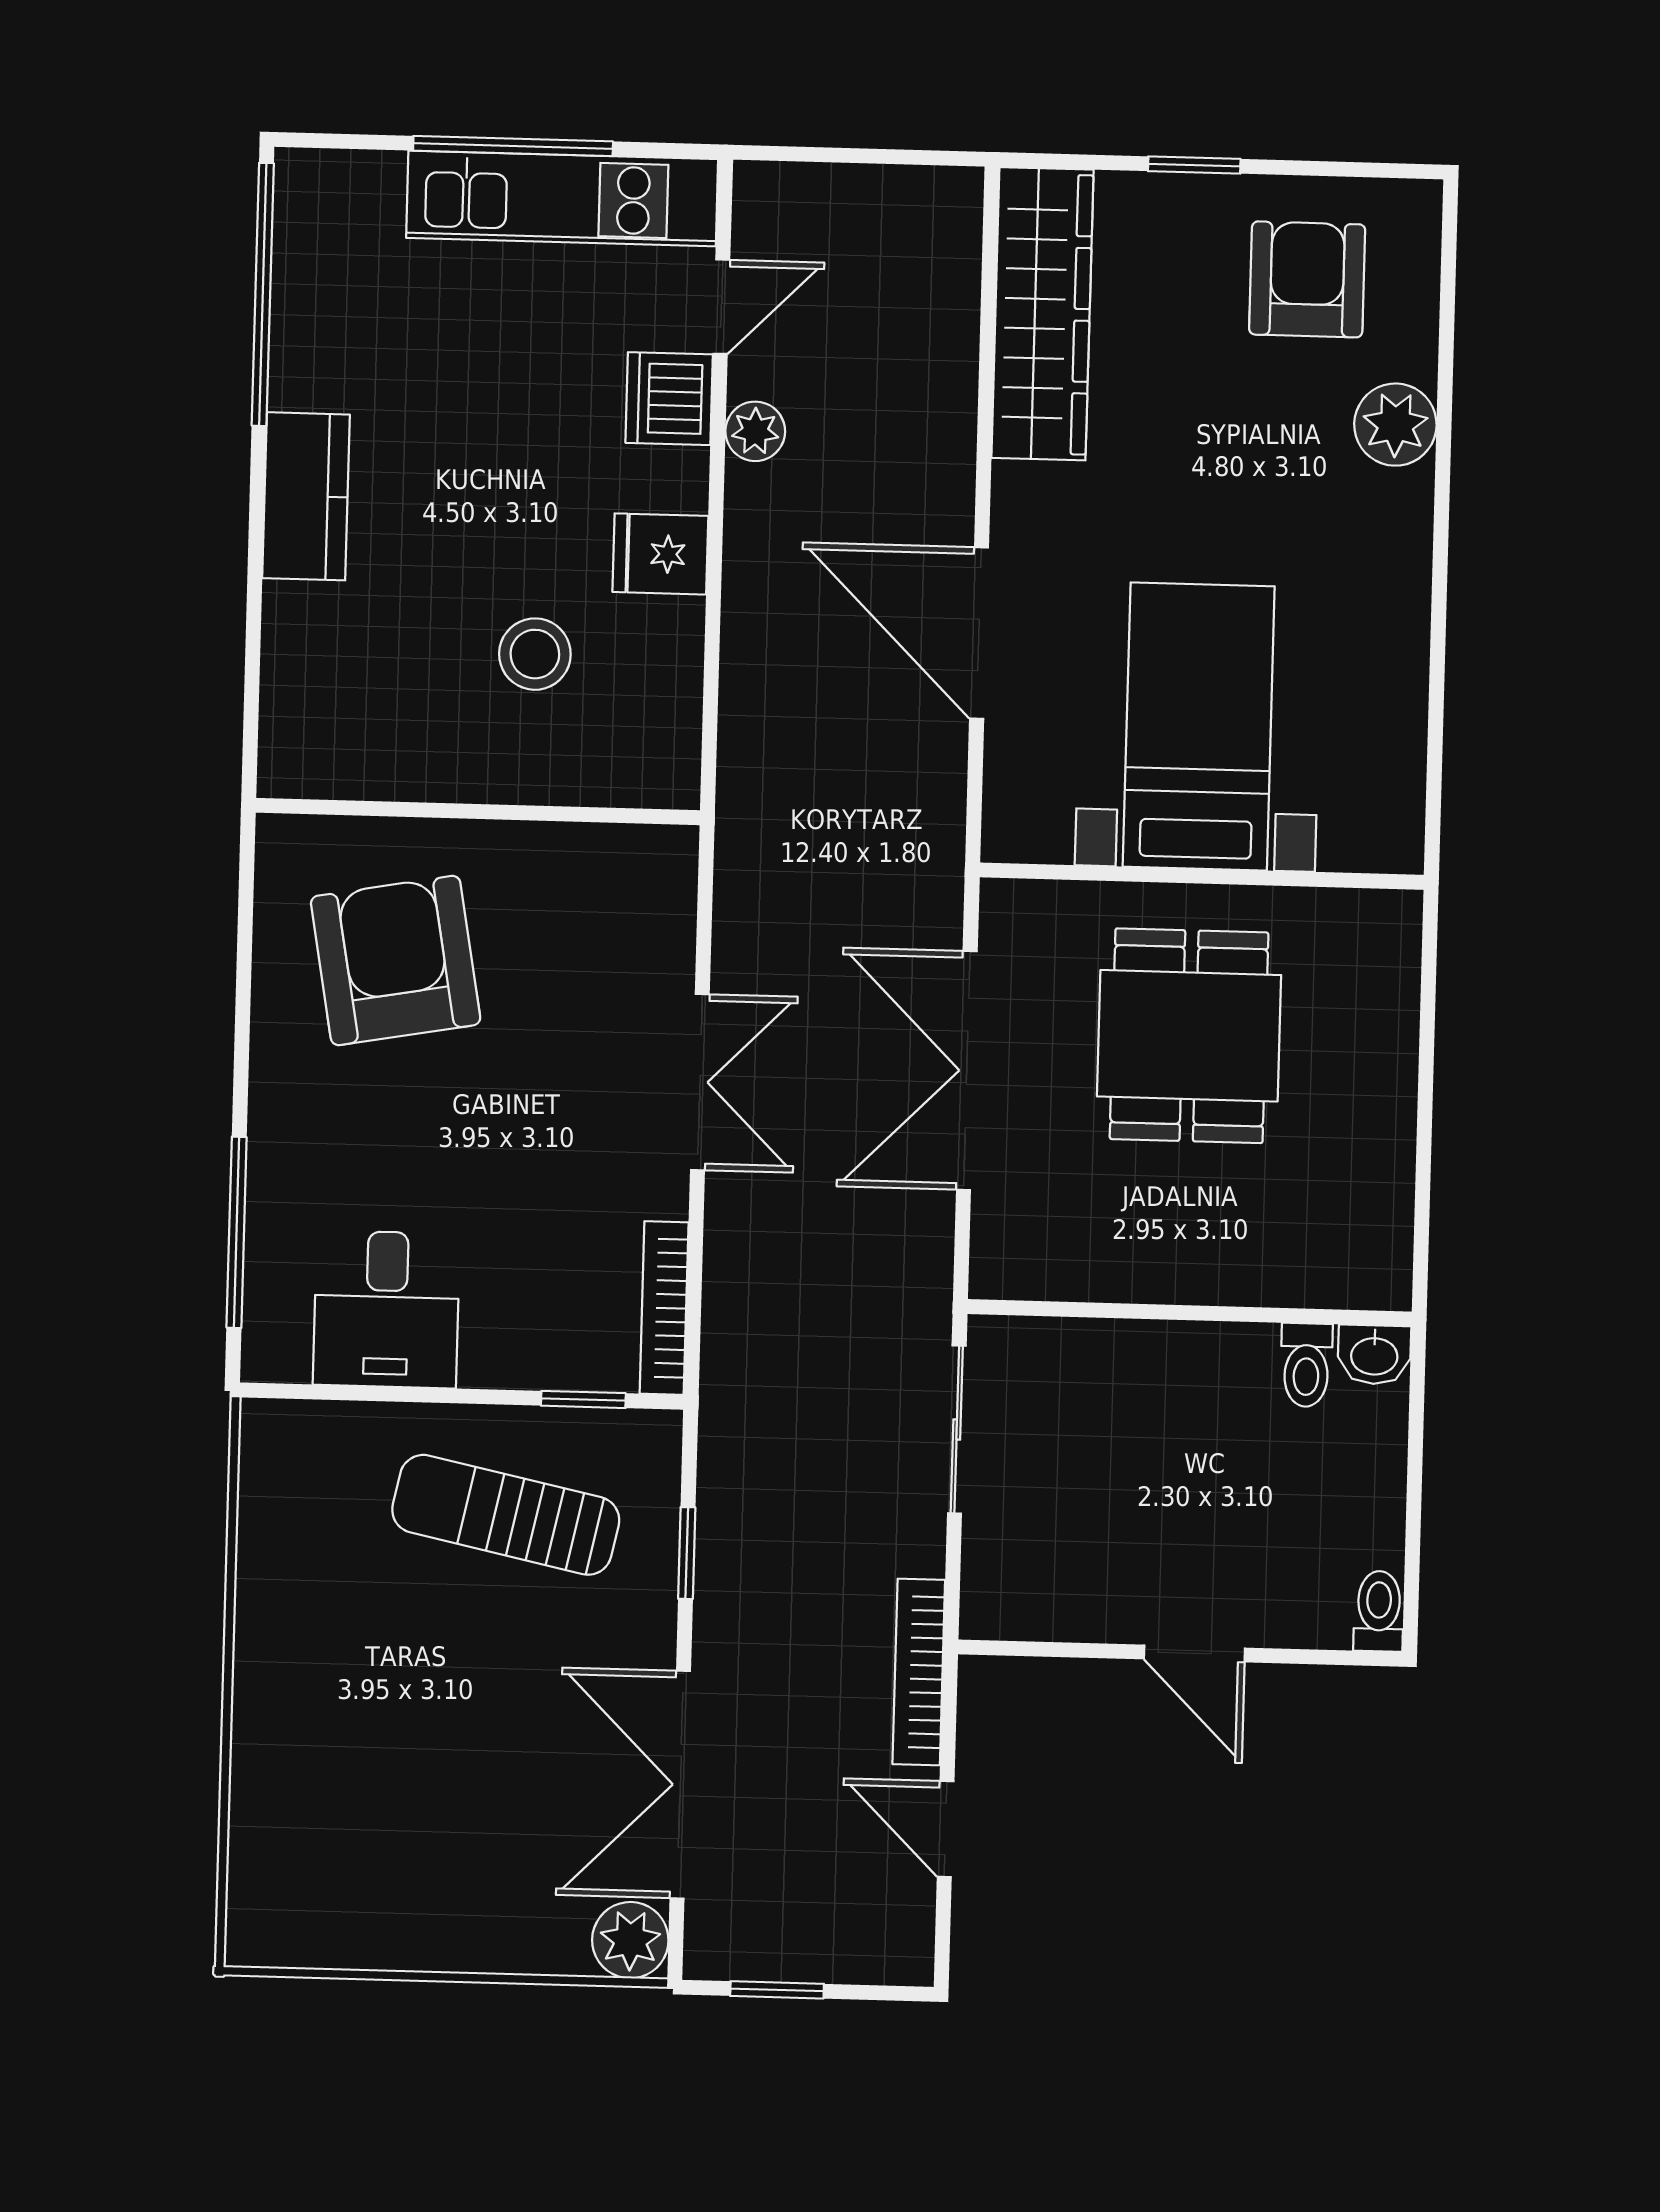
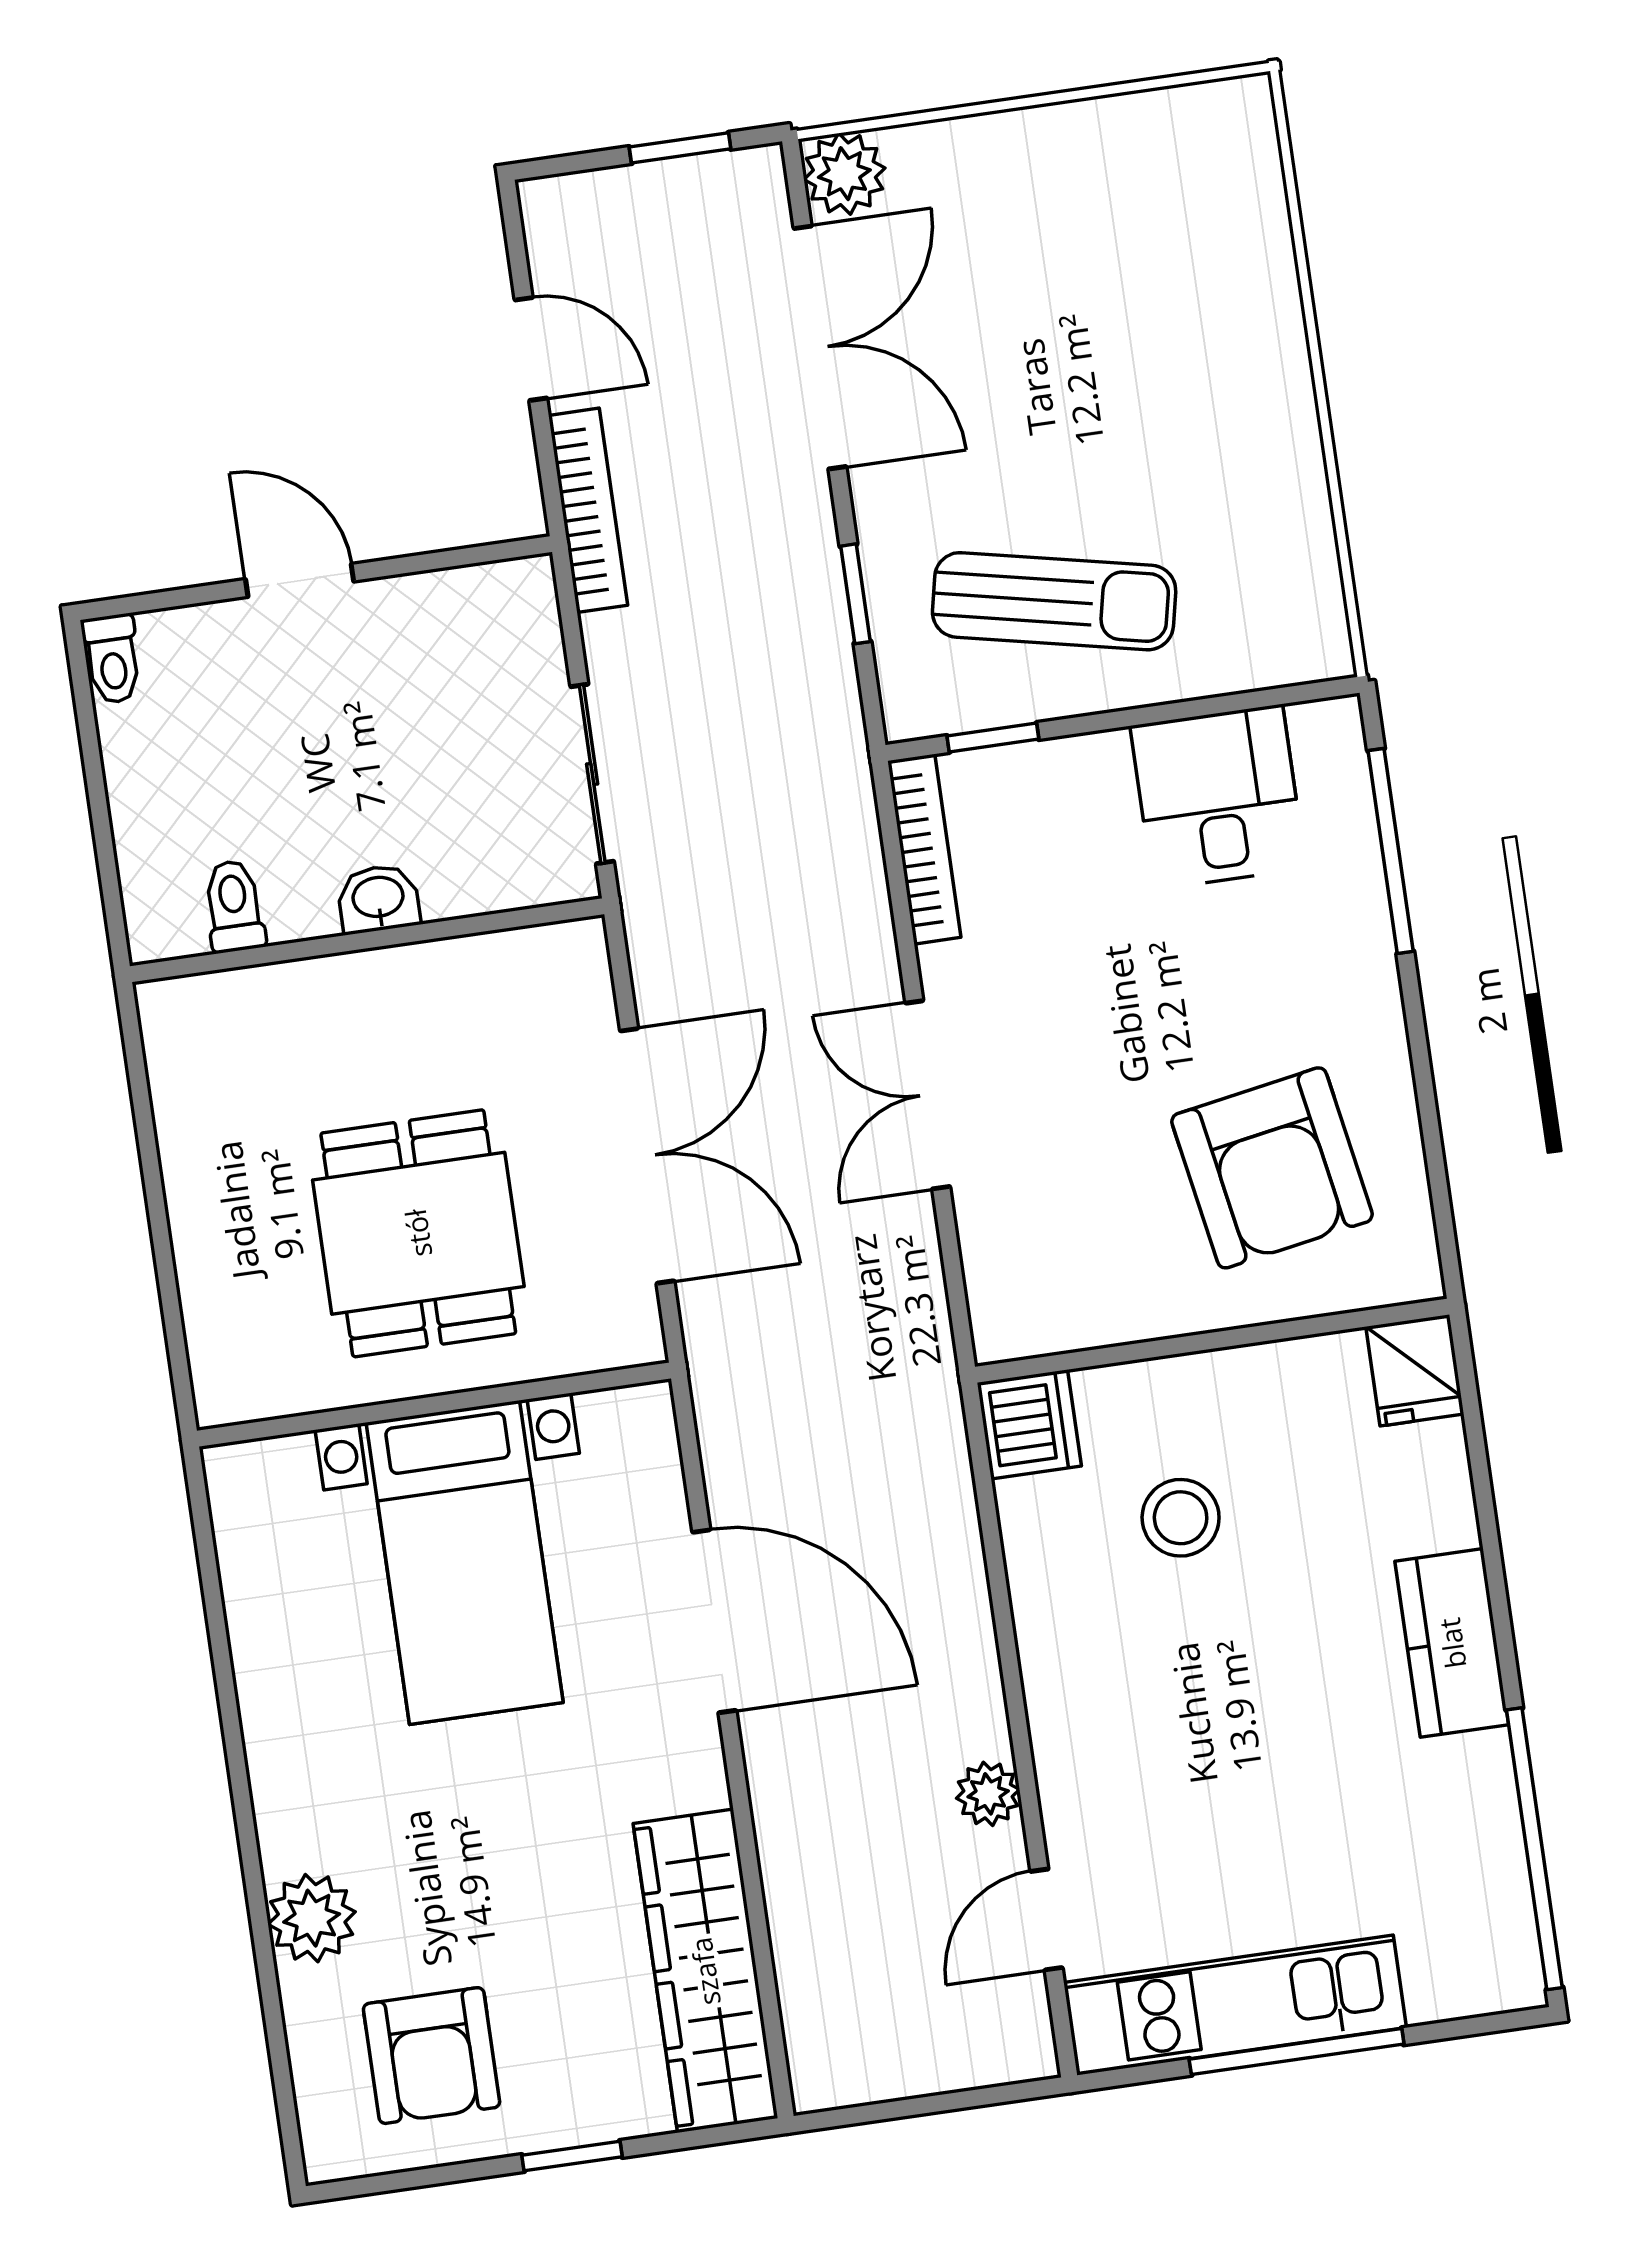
dishwasher: (669, 399) -> (1029, 1424), moved
fridge: (660, 554) -> (1415, 1370), moved, turned 90
washbasin: (1374, 1355) -> (378, 899), moved

